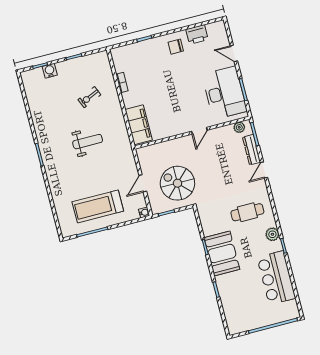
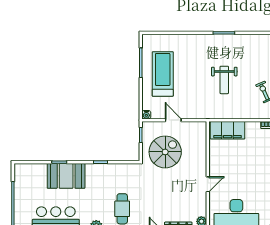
door: (199, 131) -> (208, 184), swing flipped
booth: (222, 254) -> (66, 176), moved

